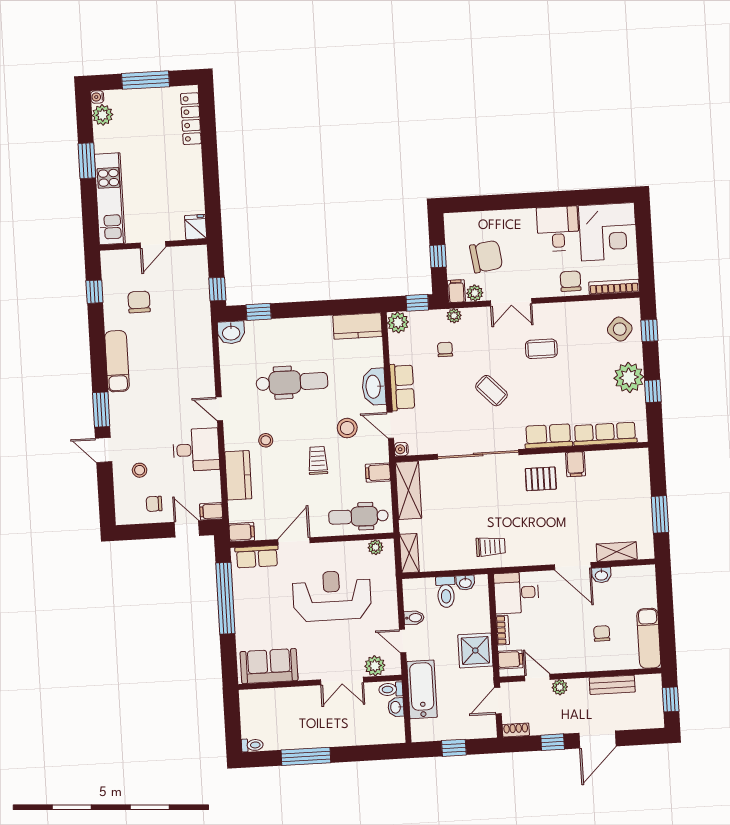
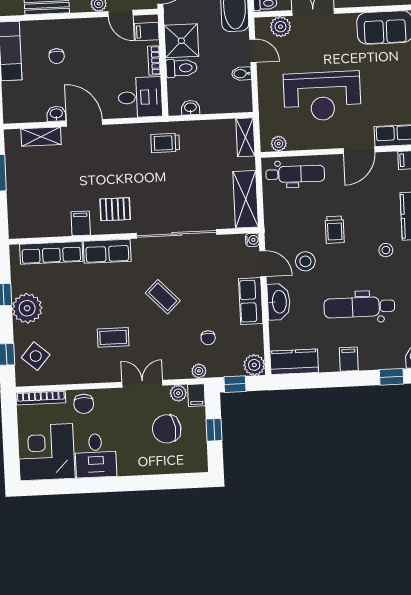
filing cabinet: (378, 473) -> (349, 359), moved, turned -90
toilet: (446, 592) -> (181, 68), moved, turned 90

